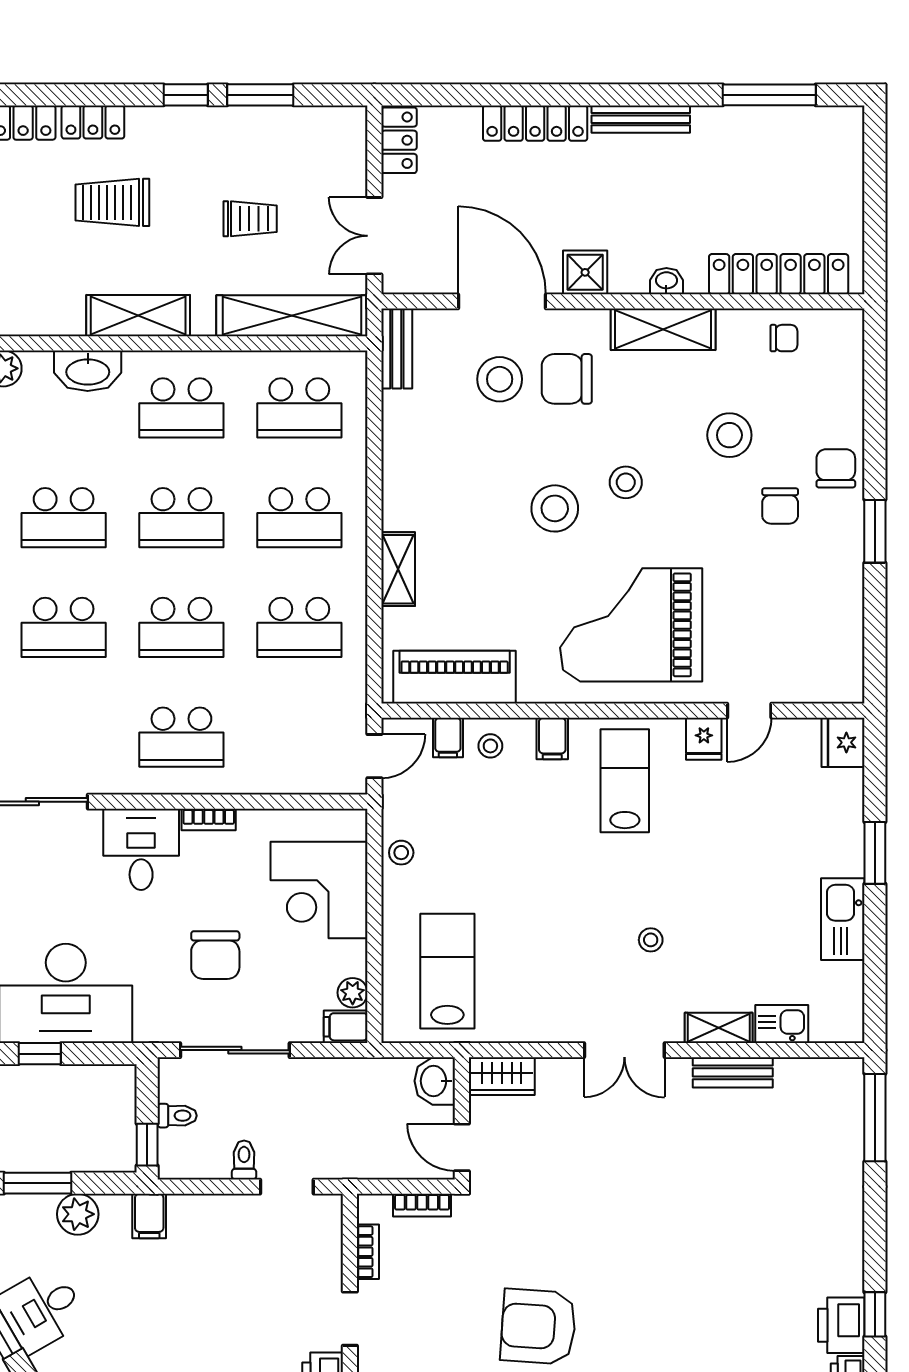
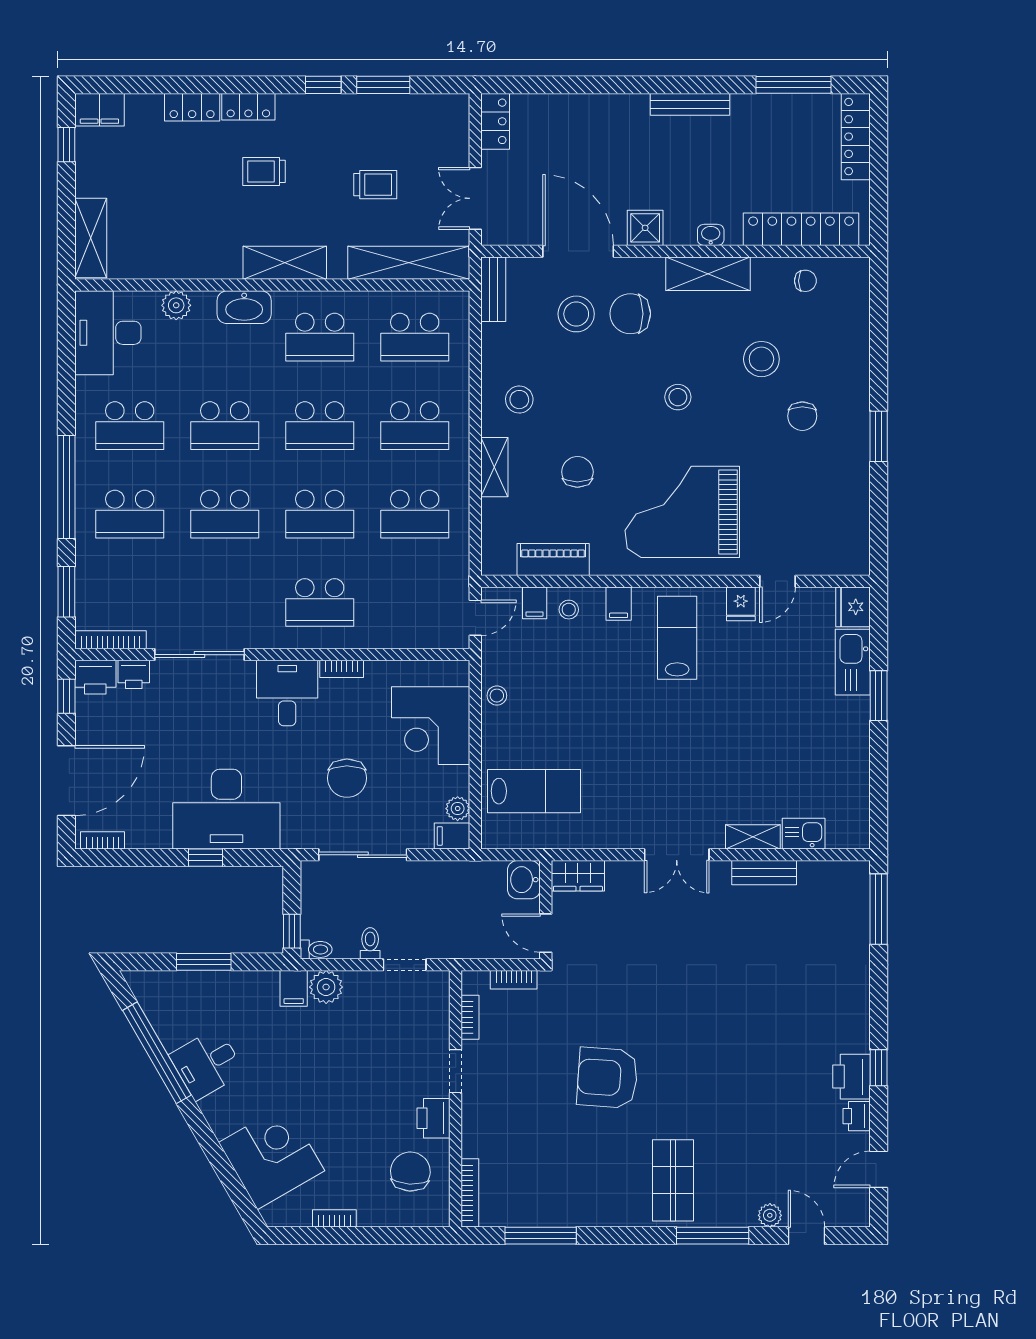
locker: (535, 123) -> (856, 137), moved, turned 90
trolley: (112, 202) -> (264, 171), width x0.73, depth x0.72
chair: (836, 468) -> (577, 472), moved
stool: (555, 508) -> (519, 400), moved, width x0.73, depth x0.73
piano: (455, 677) -> (553, 559), width x0.73, depth x0.75
kitchen sink: (843, 919) -> (853, 662), moved
stool: (651, 940) -> (698, 766), removed
lab bench: (447, 971) -> (534, 791), turned 90
toilet: (177, 1116) -> (316, 949), moved
plant: (78, 1214) -> (326, 987), moved

